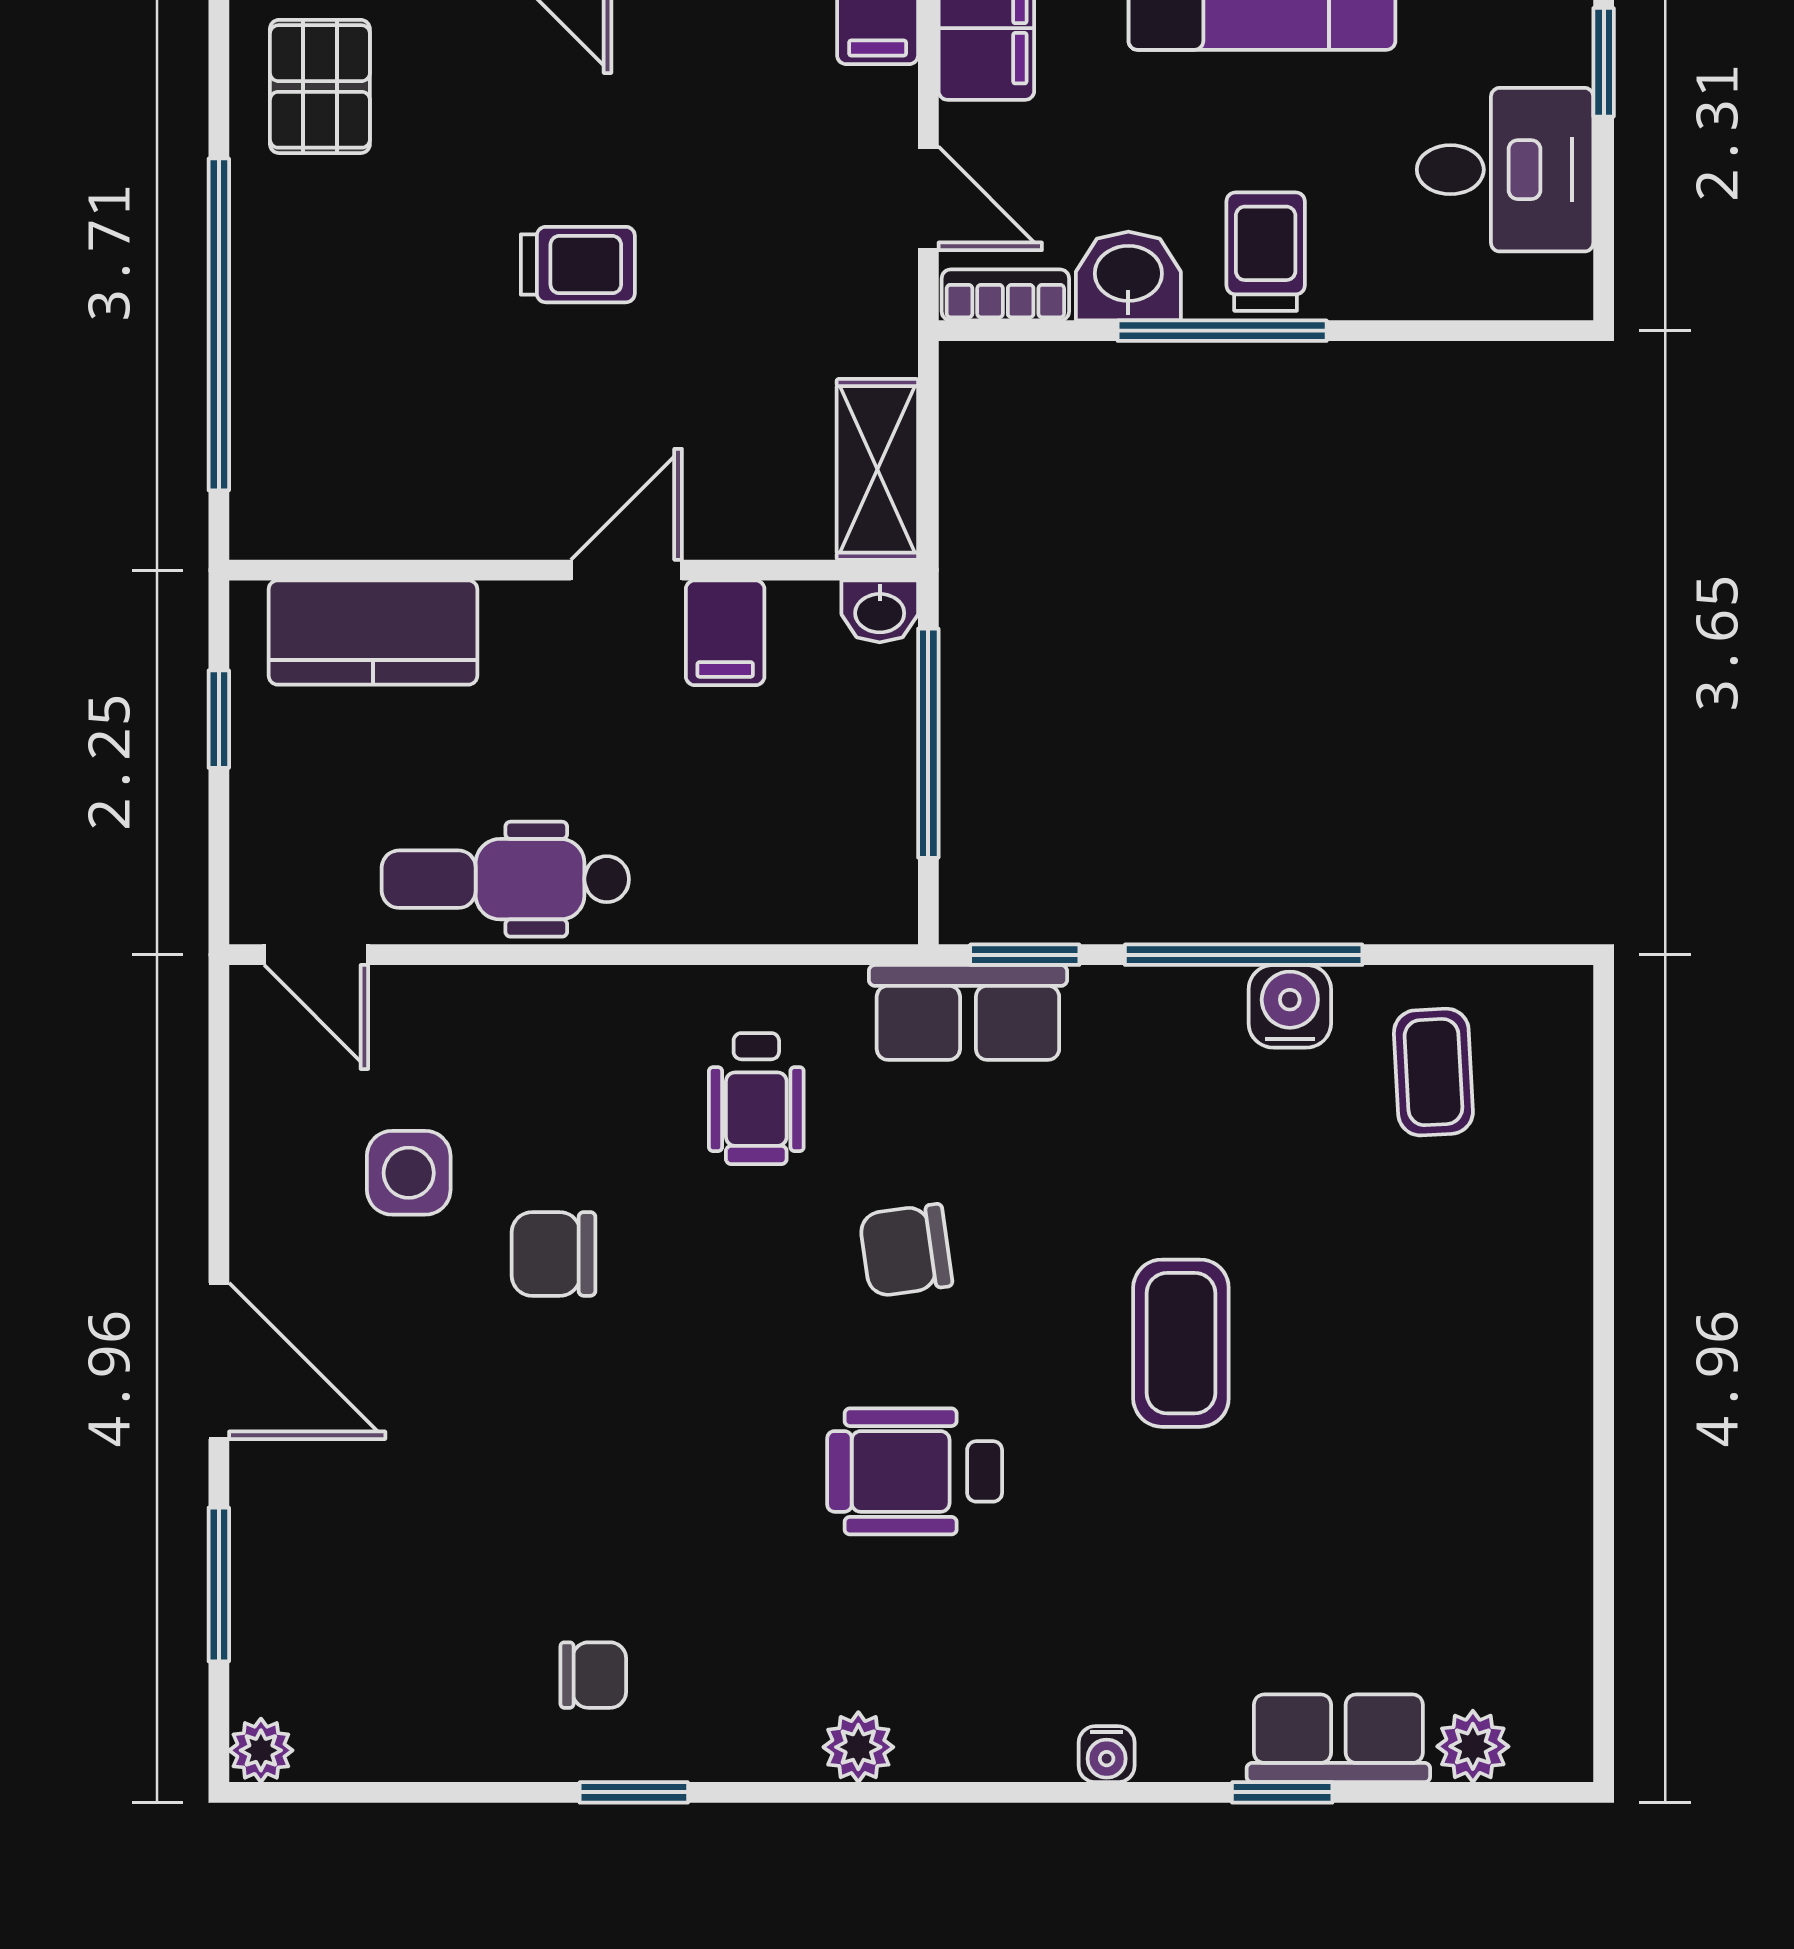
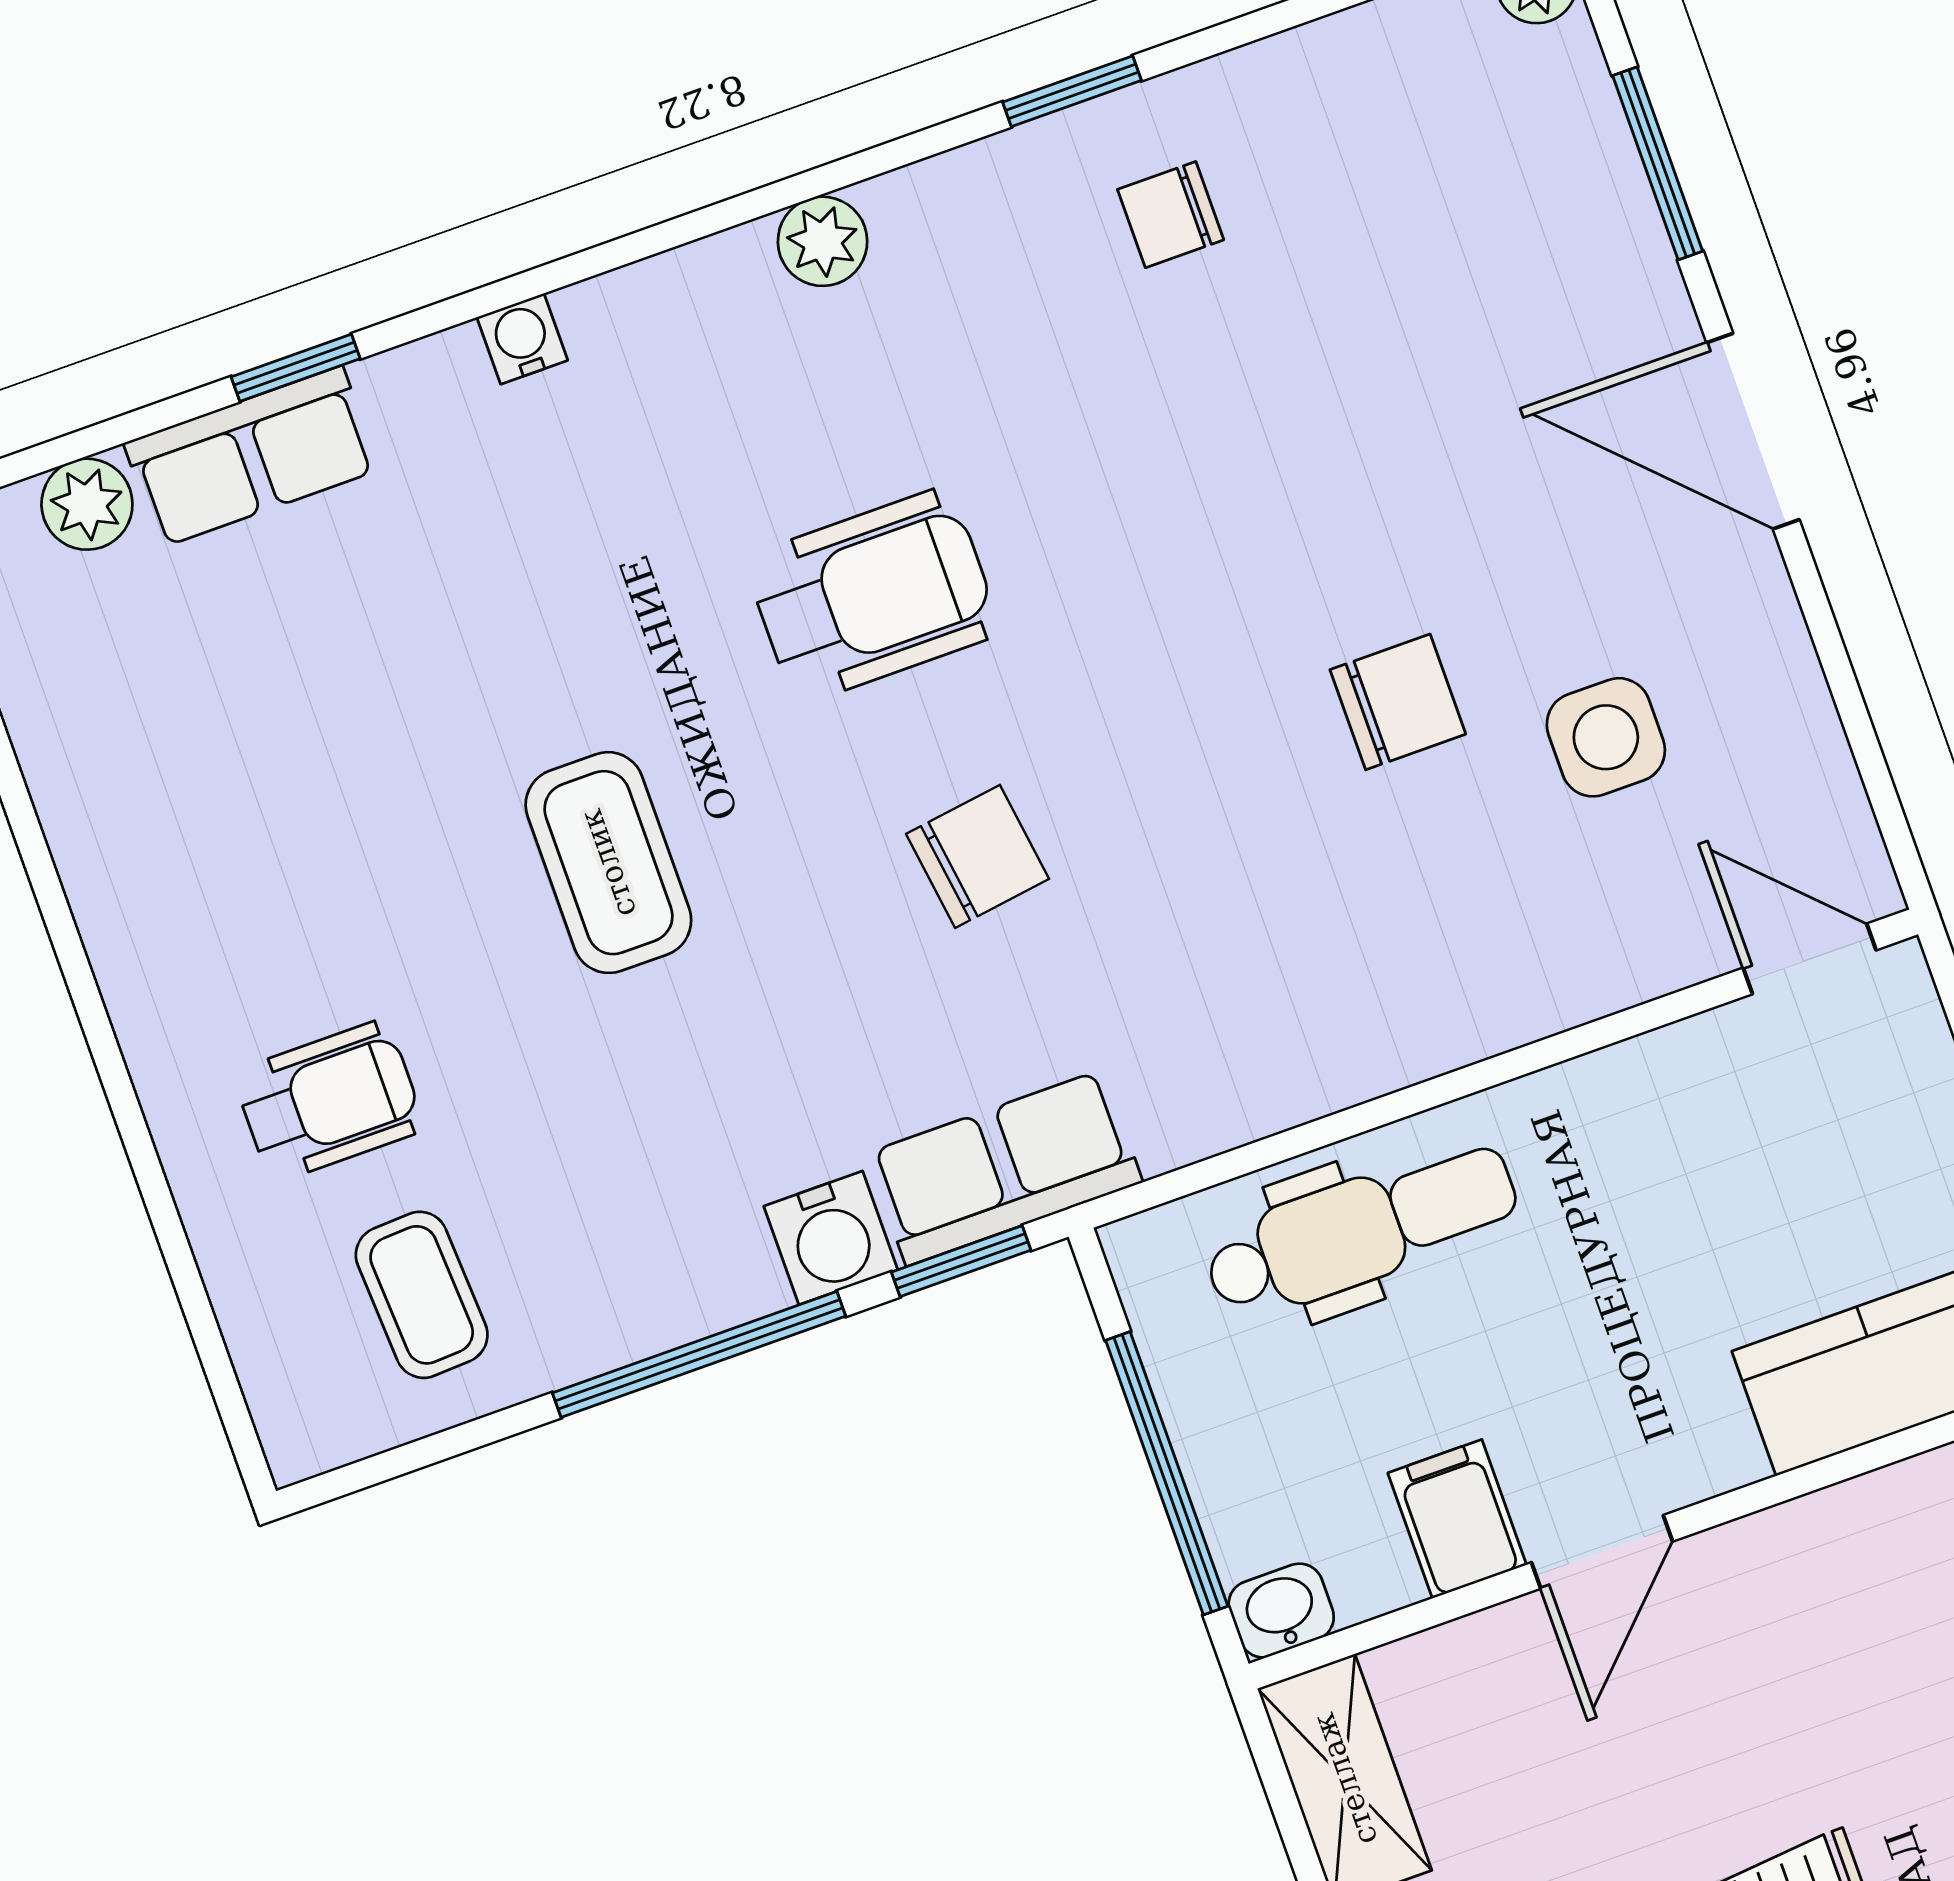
dental chair: (505, 879) -> (1361, 1230), moved
water cooler: (1290, 1006) -> (831, 1238), moved
wheelchair: (756, 1099) -> (329, 1101), moved, turned 90

